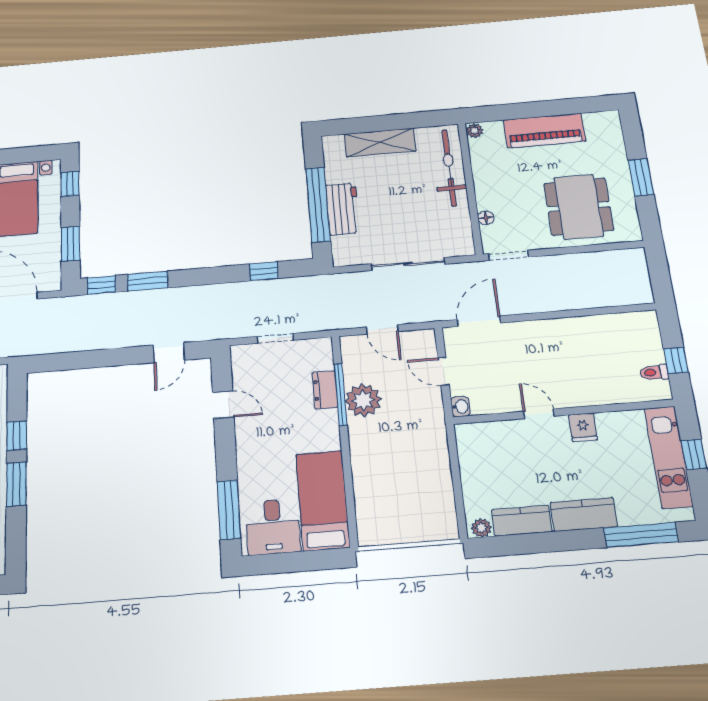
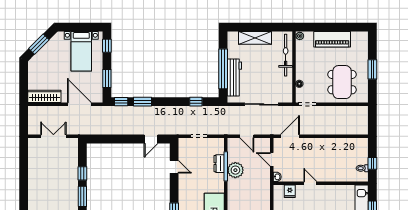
workbench: (343, 209) -> (234, 77), width x1.38
fridge: (583, 427) -> (290, 191), moved

